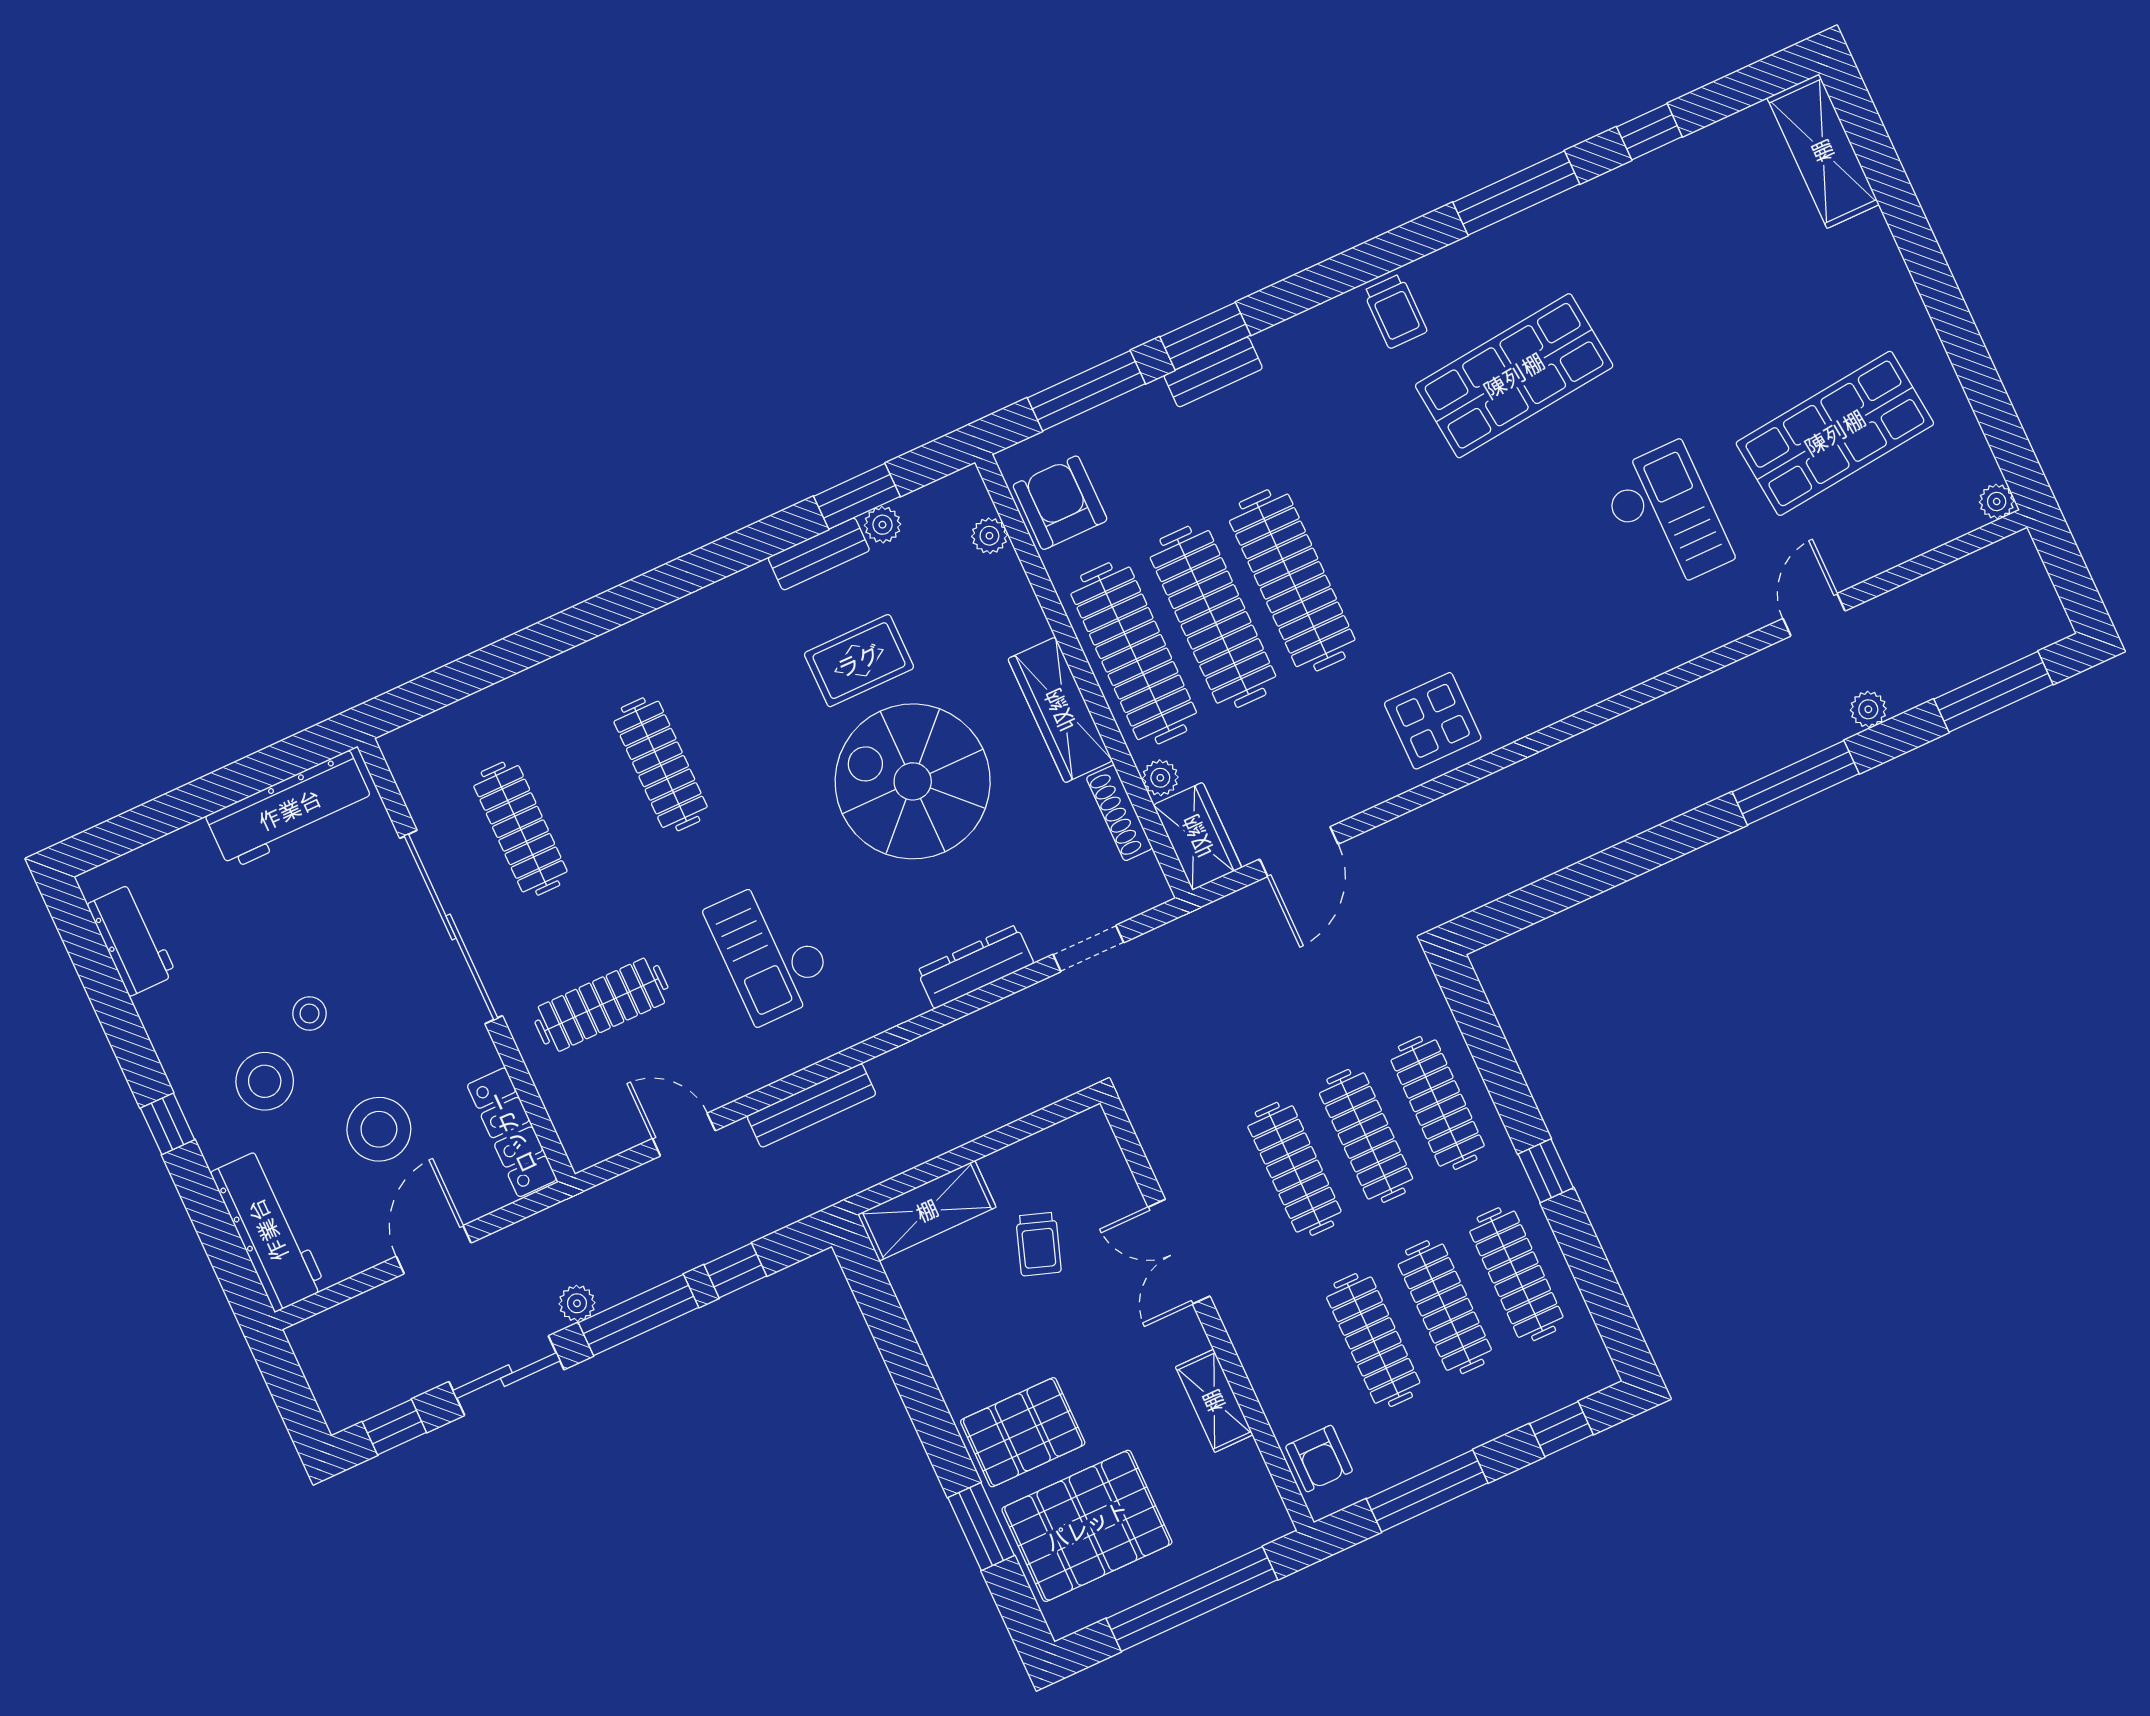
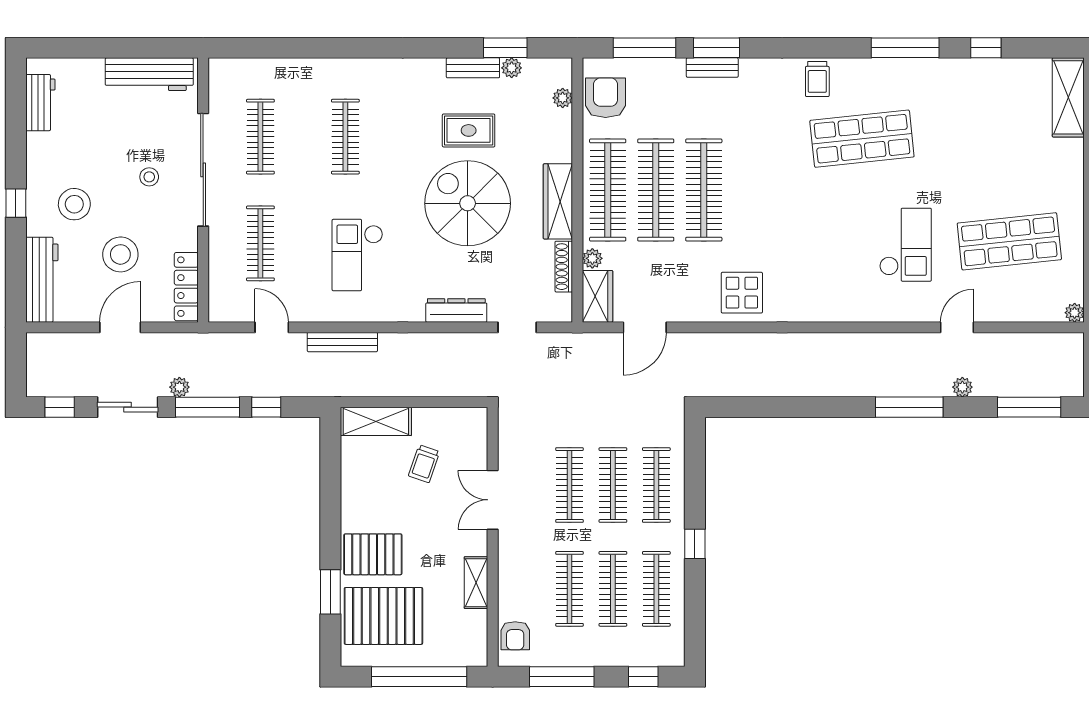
clothes rail: (601, 1005) -> (260, 243), turned 90
stool: (309, 1013) -> (149, 177), moved

